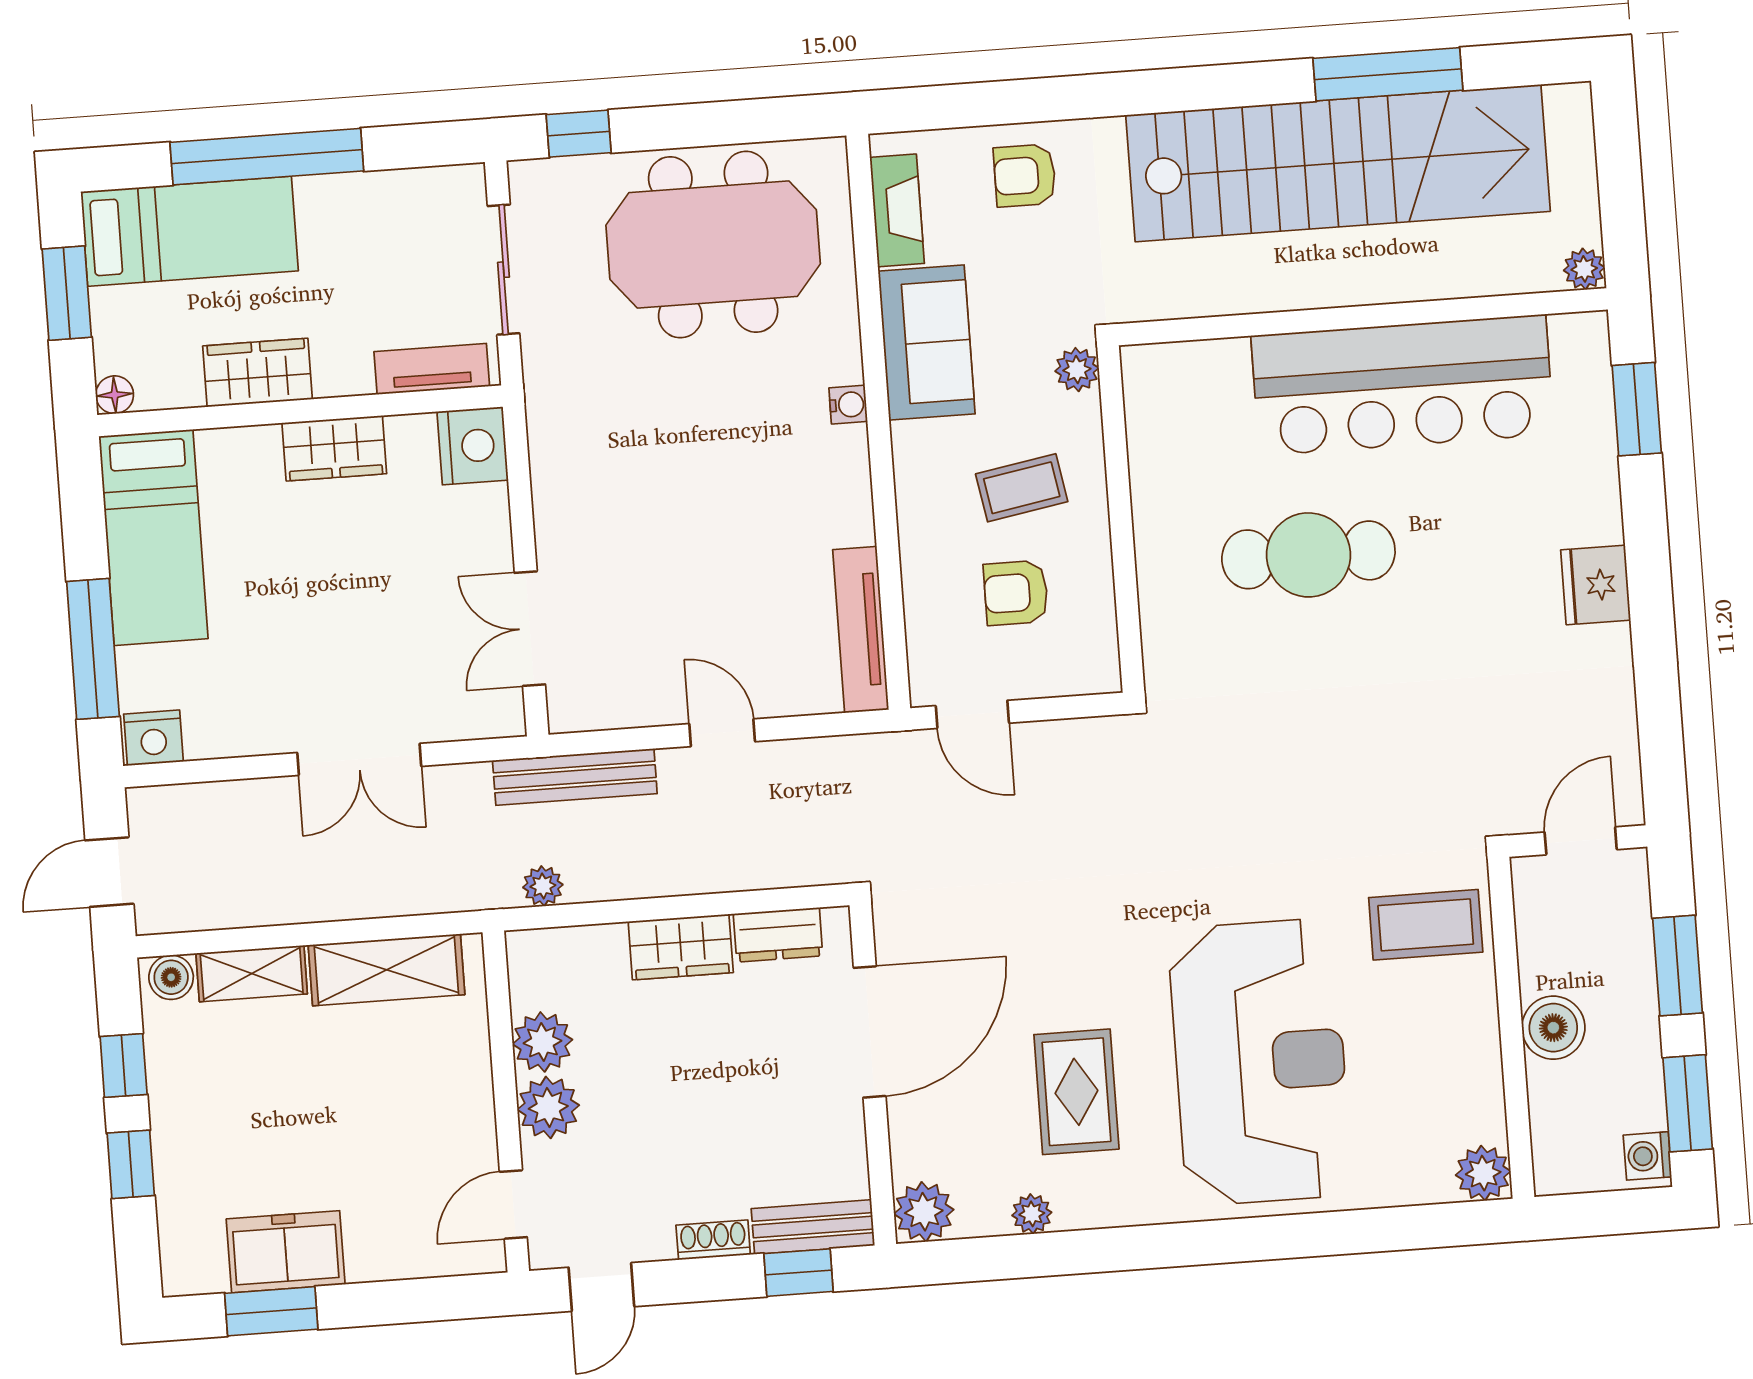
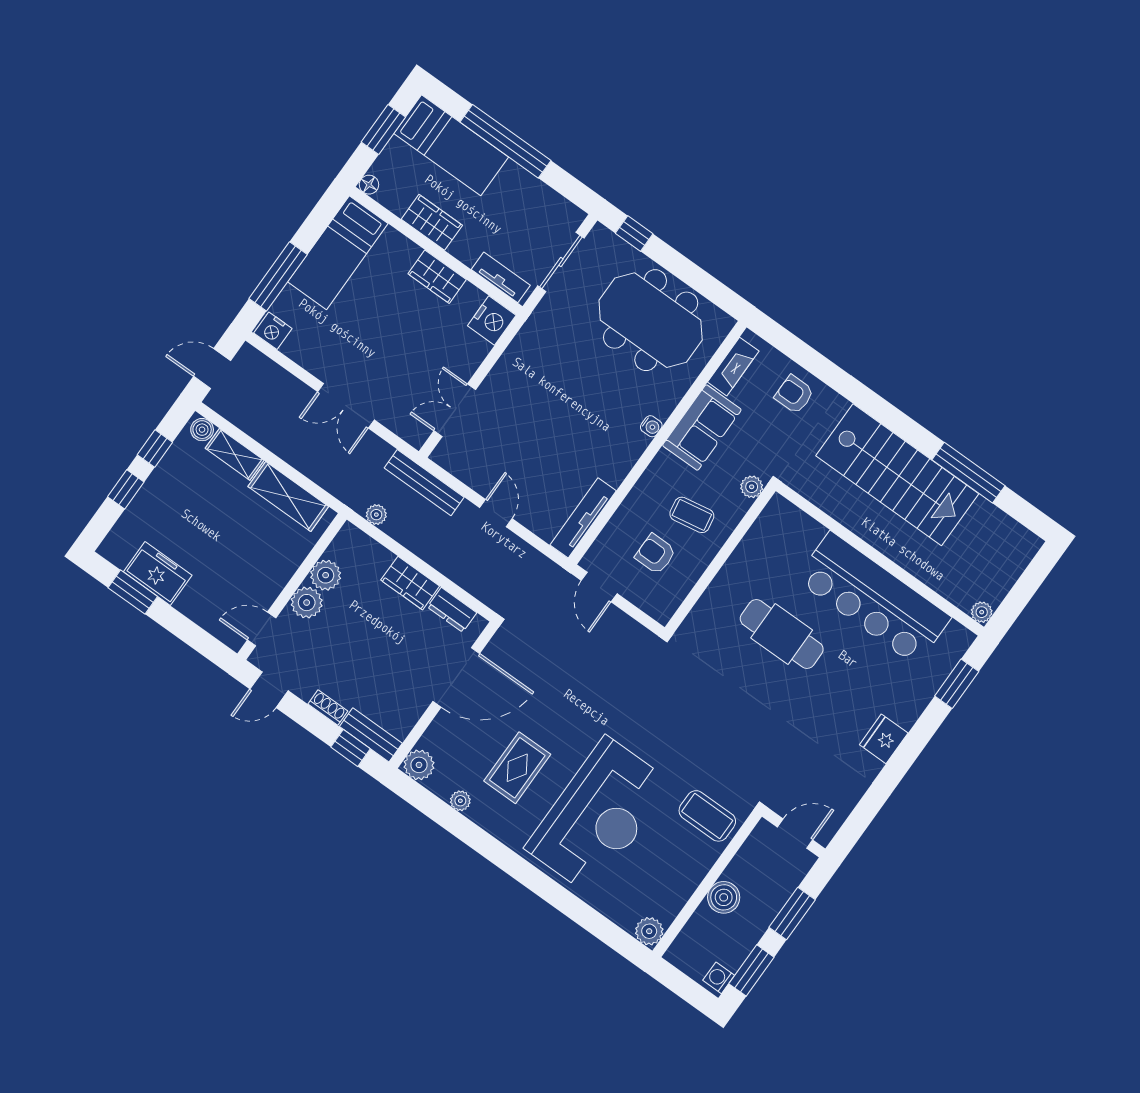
stairs: (1338, 163) -> (897, 475), width x0.73

